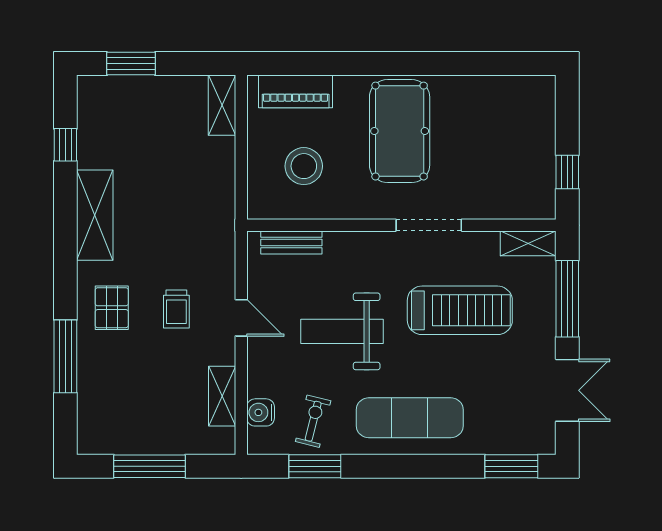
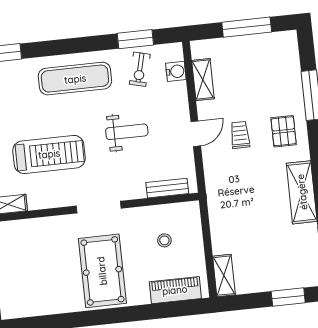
stool: (304, 166) -> (164, 240), width x0.53, depth x0.53
doorway: (429, 225) -> (99, 207), moved
treadmill: (460, 310) -> (49, 154), turned 180
door: (241, 318) -> (196, 134), swing flipped
weight bench: (342, 331) -> (127, 132), width x0.73, depth x0.75

